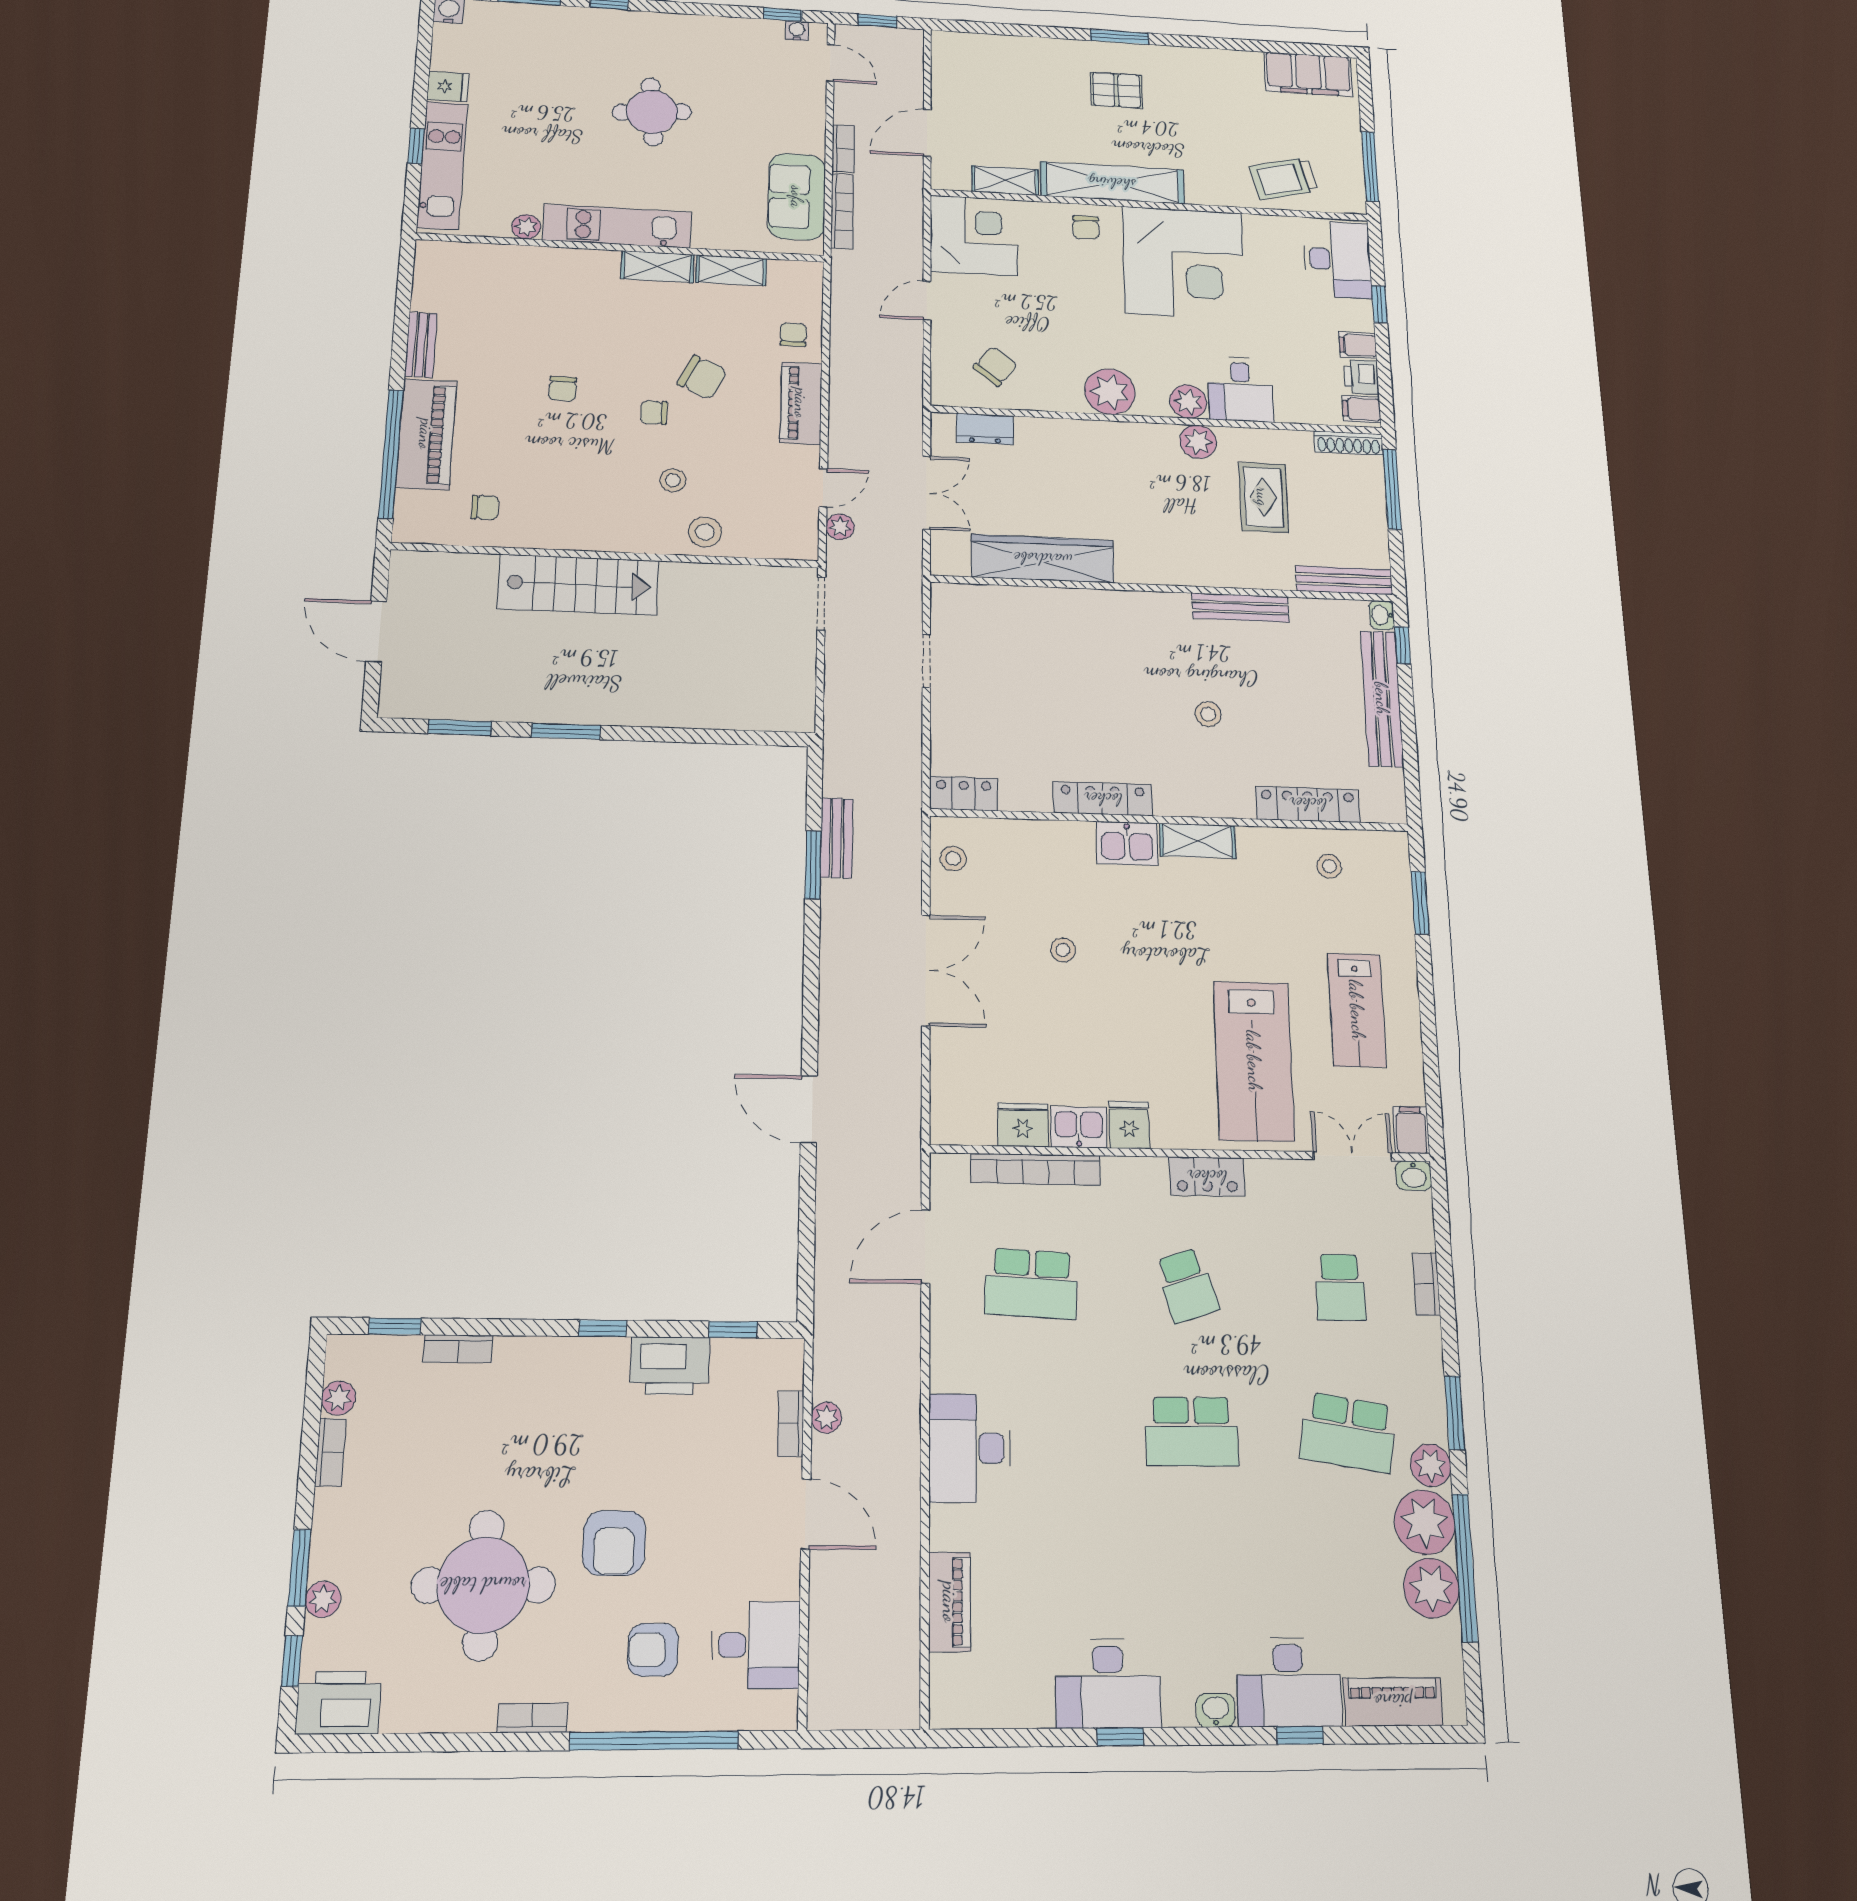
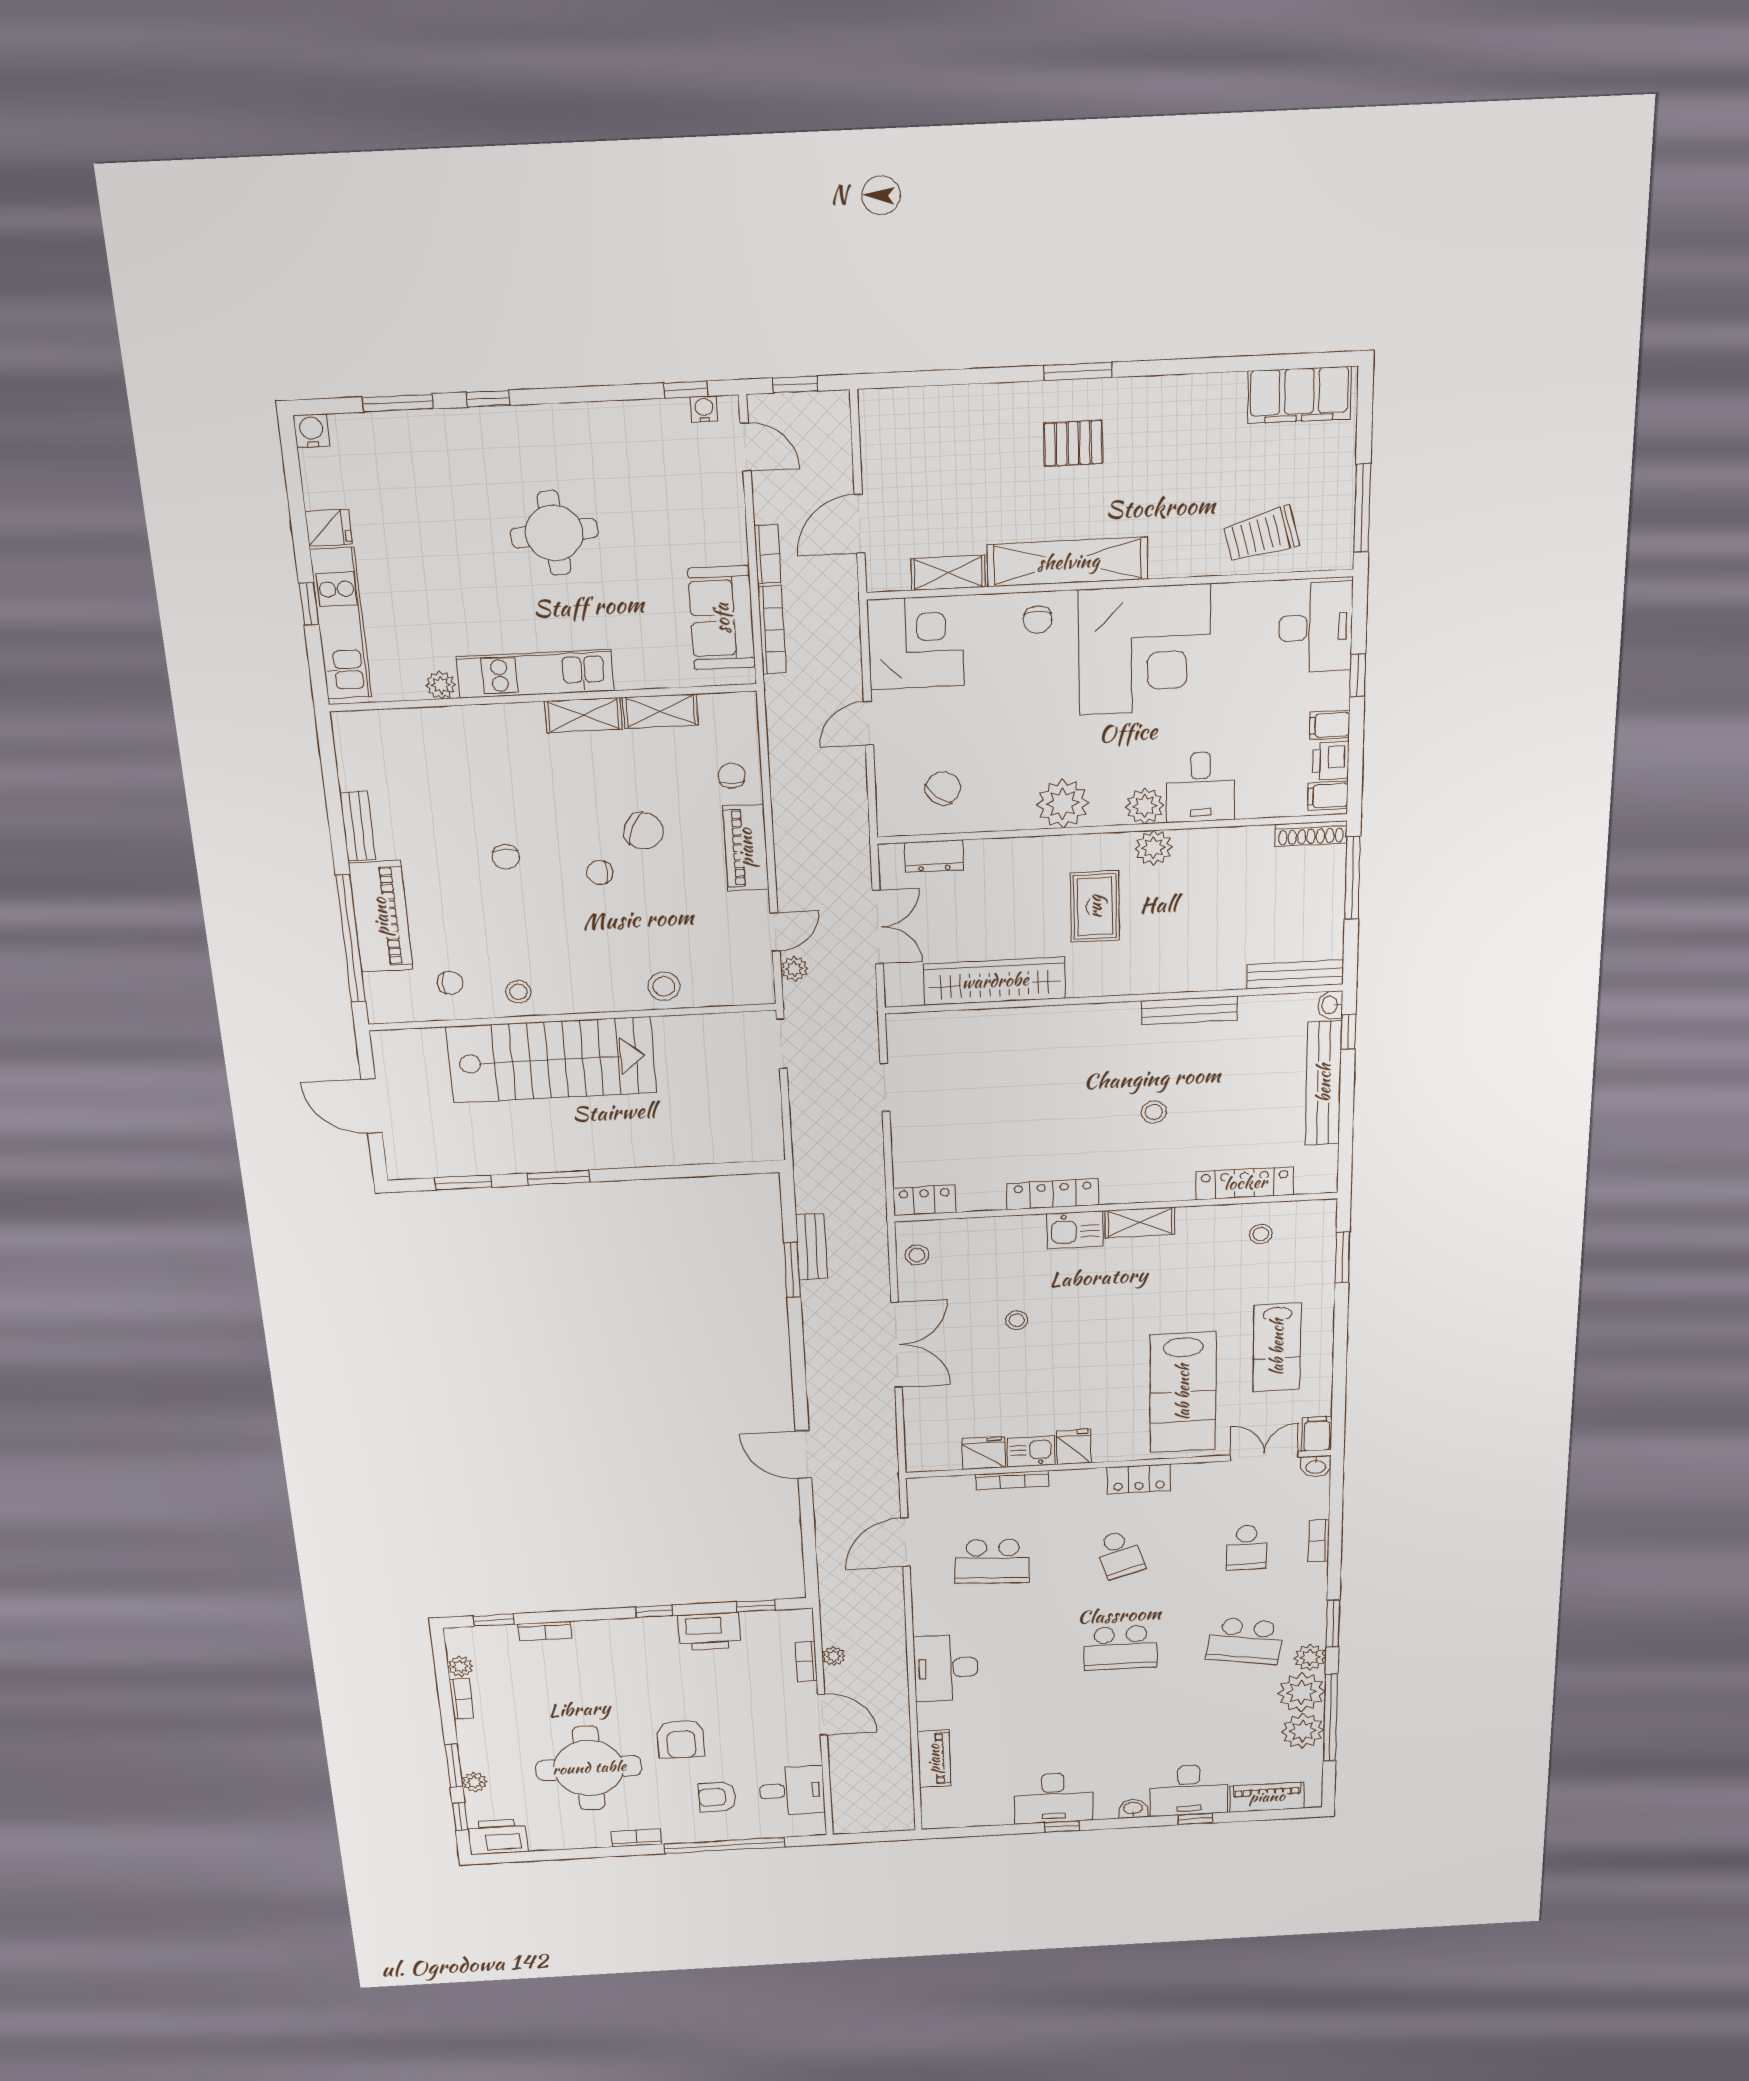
stool: (673, 480) -> (518, 992), moved
rug: (1263, 497) -> (1095, 907), moved
stairs: (578, 585) -> (551, 1060), width x1.36, depth x1.51
bookcase: (1035, 1169) -> (1012, 1480), width x0.68, depth x0.76

